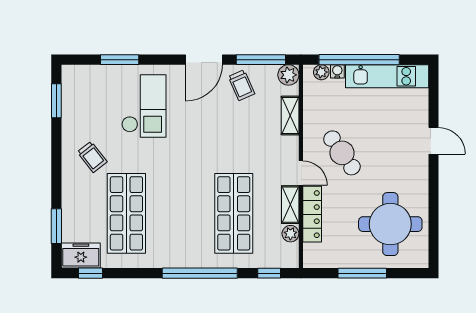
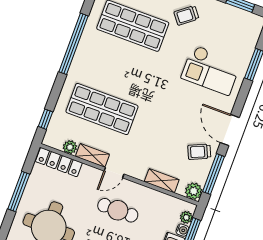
cafe table: (342, 153) -> (118, 210), turned 35
locker: (312, 214) -> (59, 162), moved
window: (200, 273) -> (73, 44), moved

